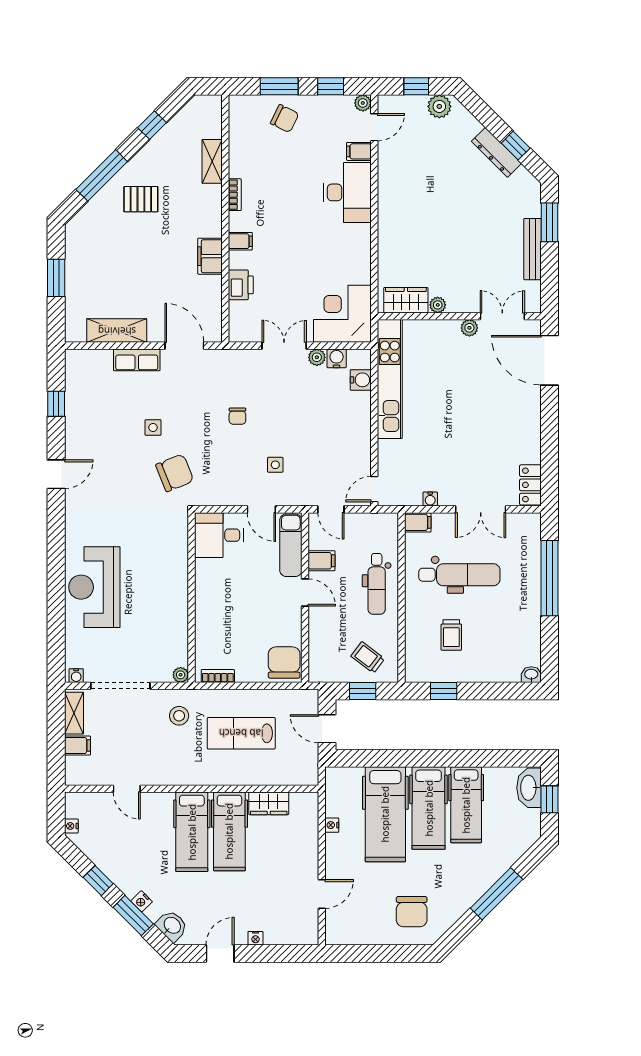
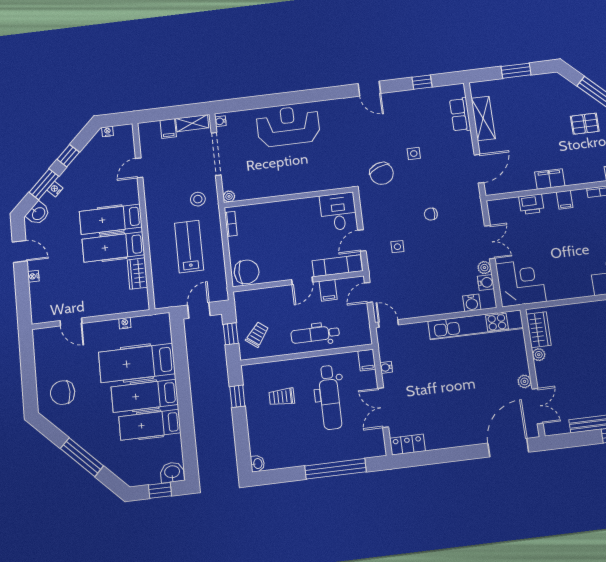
pallet: (141, 199) -> (585, 124), turned 90
row of seats: (137, 360) -> (460, 115), moved
washbasin: (529, 788) -> (172, 472), width x0.72

